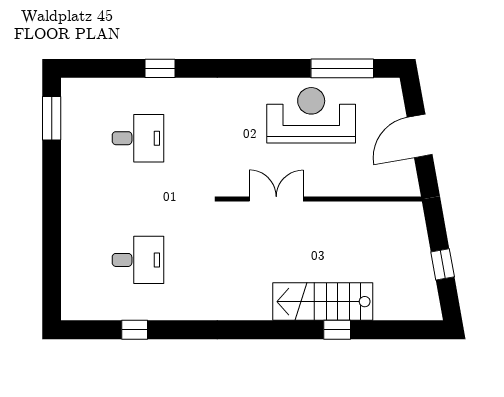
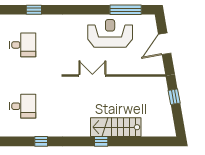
window: (443, 264) -> (174, 97), moved
window: (135, 330) -> (41, 141), moved
window: (337, 330) -> (101, 141), moved

